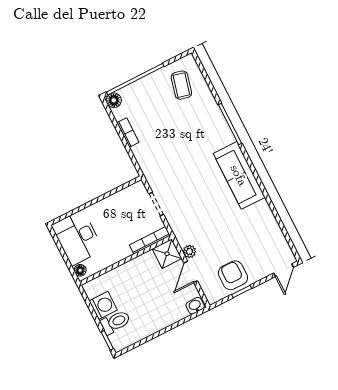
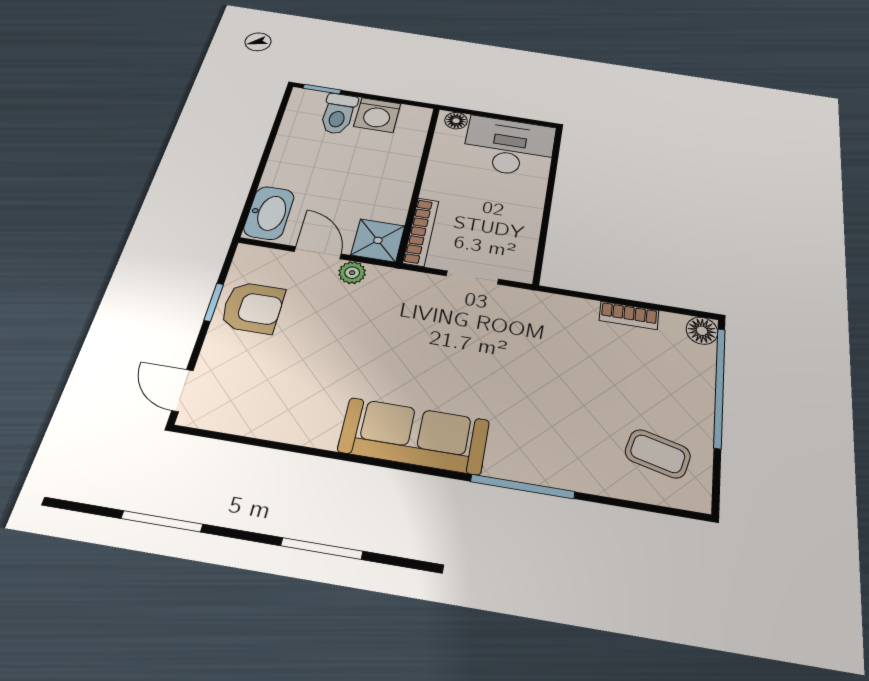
washbasin: (195, 306) -> (269, 213), width x1.91, depth x1.45

